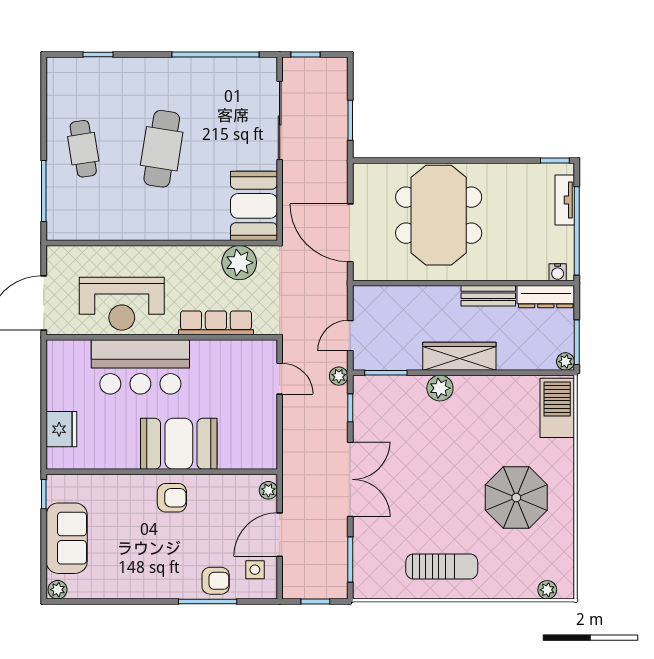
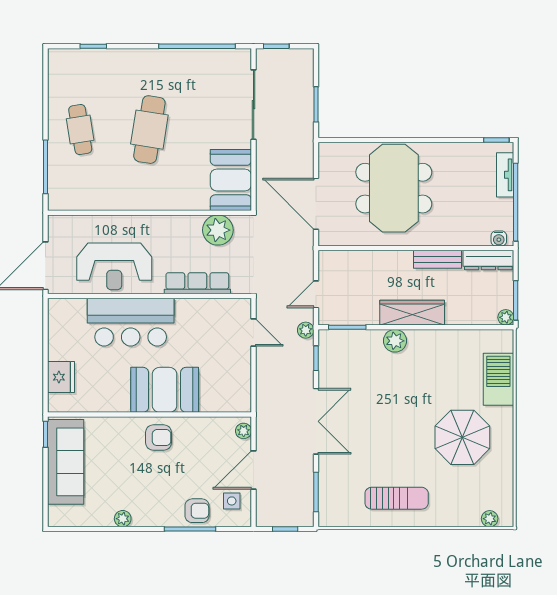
barbecue: (557, 408) -> (498, 379), moved
sofa: (67, 538) -> (66, 462), width x1.36
plant: (58, 590) -> (123, 519), moved

